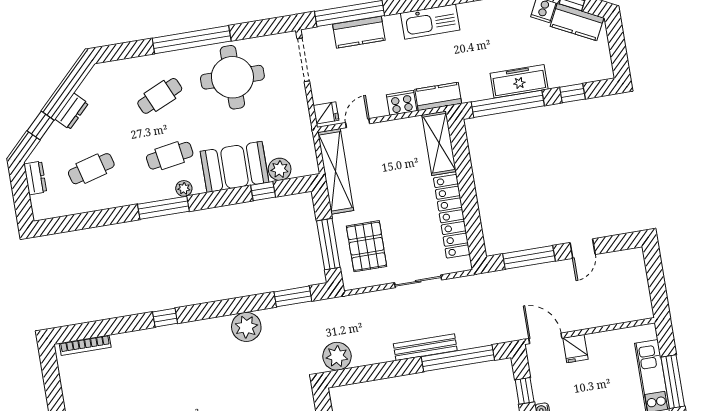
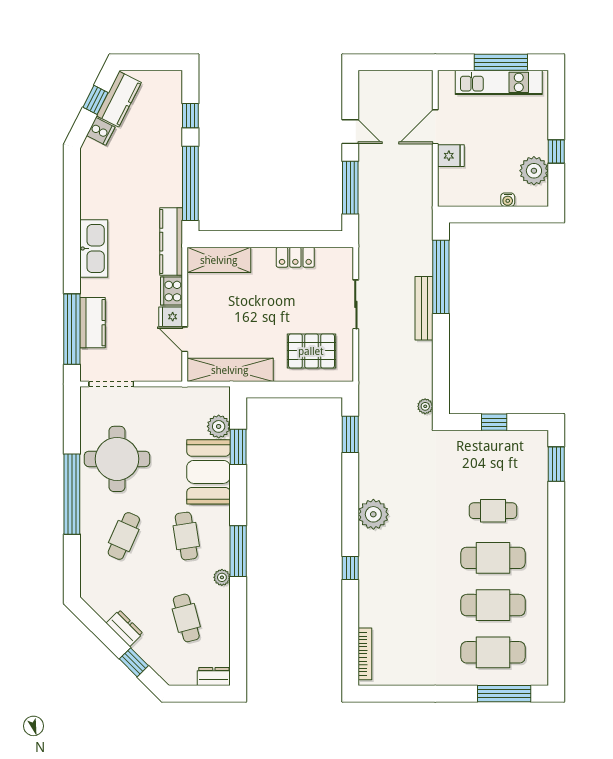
freezer: (519, 81) -> (169, 168), removed
cafe table: (160, 96) -> (124, 536), turned 48
kitchen counter: (438, 96) -> (171, 242), width x1.50
fridge: (326, 113) -> (171, 317), moved, turned -90
dresser: (35, 178) -> (214, 677), moved
plant: (184, 188) -> (222, 577), moved
window: (263, 191) -> (238, 447), width x1.50
locker: (452, 216) -> (295, 257), width x0.46, depth x0.83
window: (328, 244) -> (303, 389), removed
plant: (246, 327) -> (373, 514), moved
door: (545, 338) -> (435, 127), moved
plant: (337, 356) -> (425, 406), width x0.53, depth x0.53
window: (525, 391) -> (485, 215), removed

